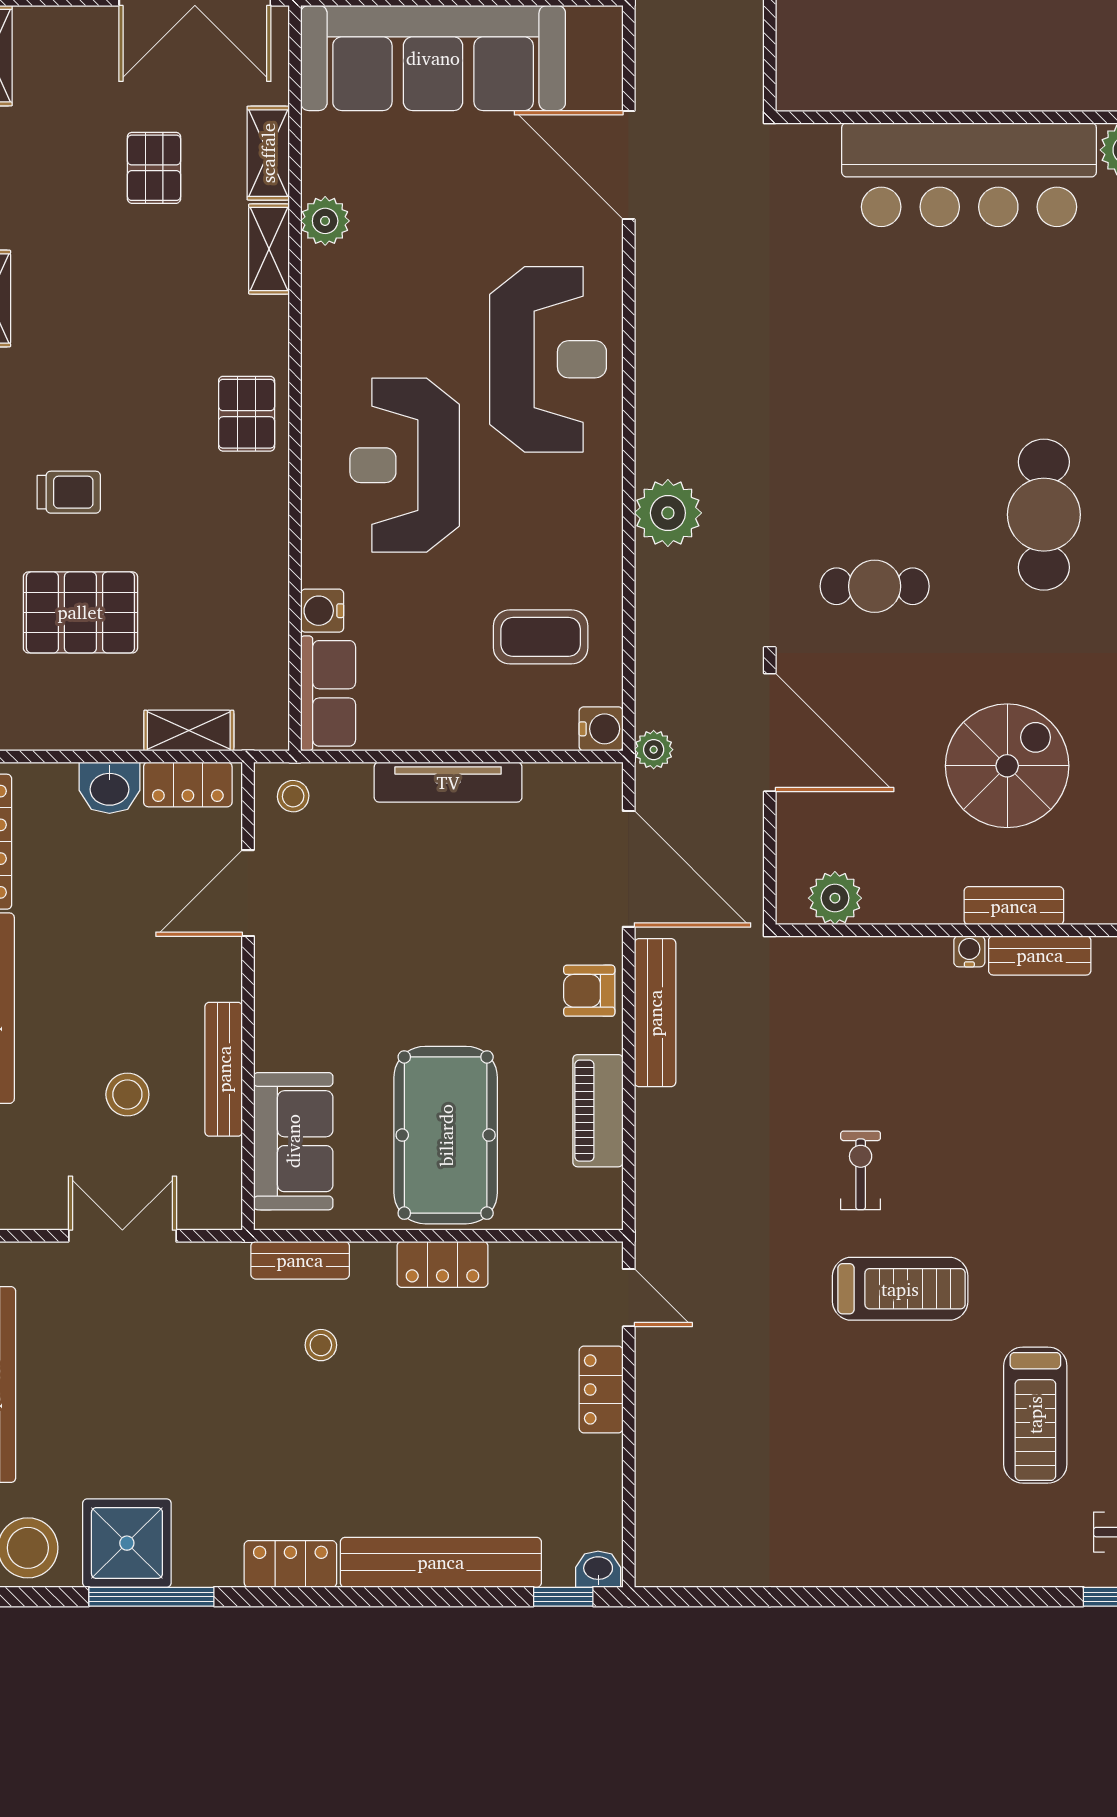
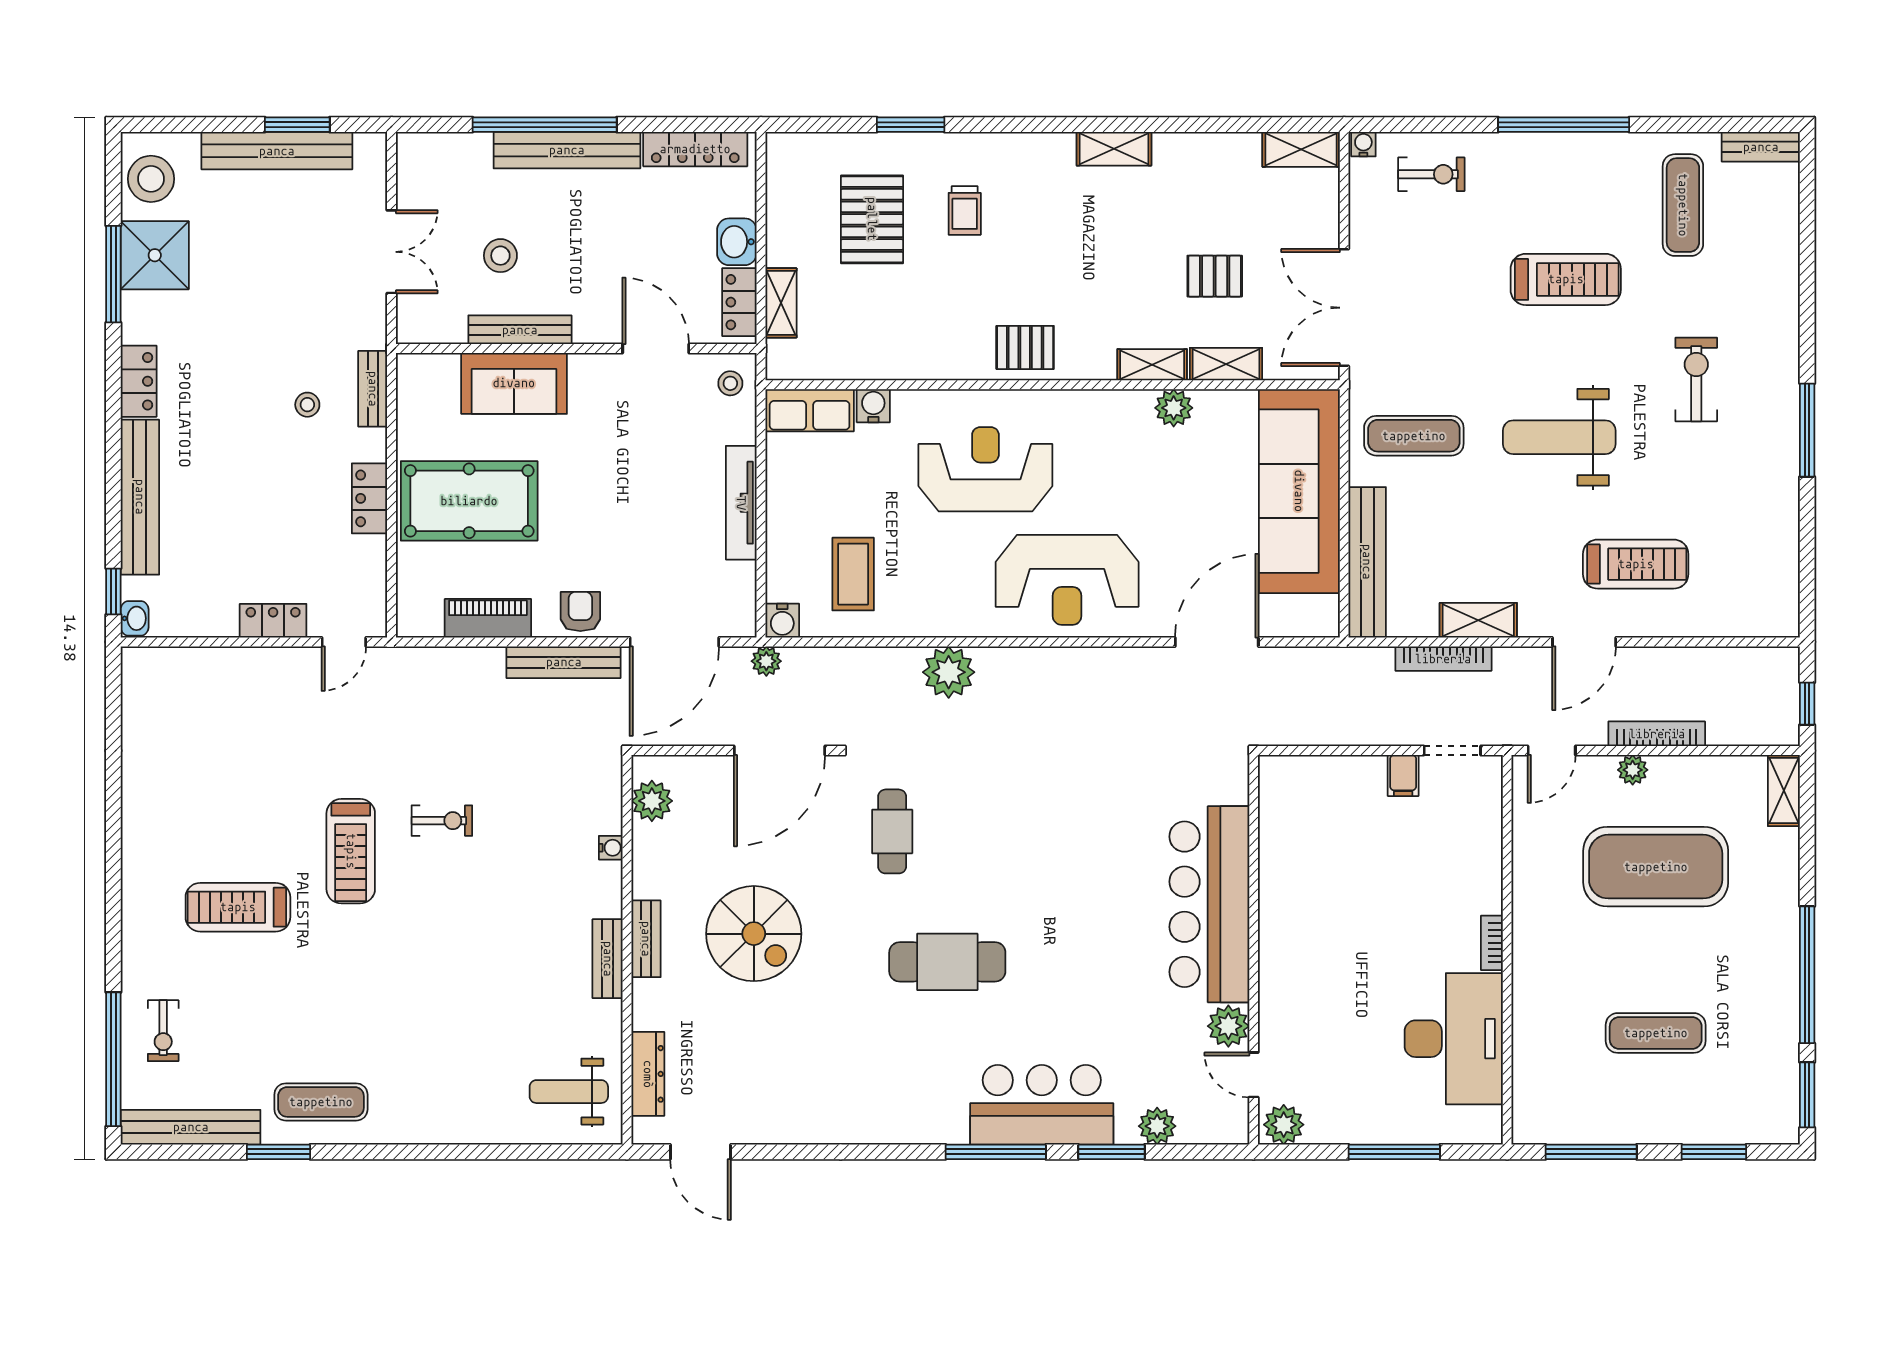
water cooler: (969, 951) -> (611, 848), moved
sofa: (293, 1141) -> (514, 383), moved
treadmill: (1035, 1415) -> (238, 907), moved

